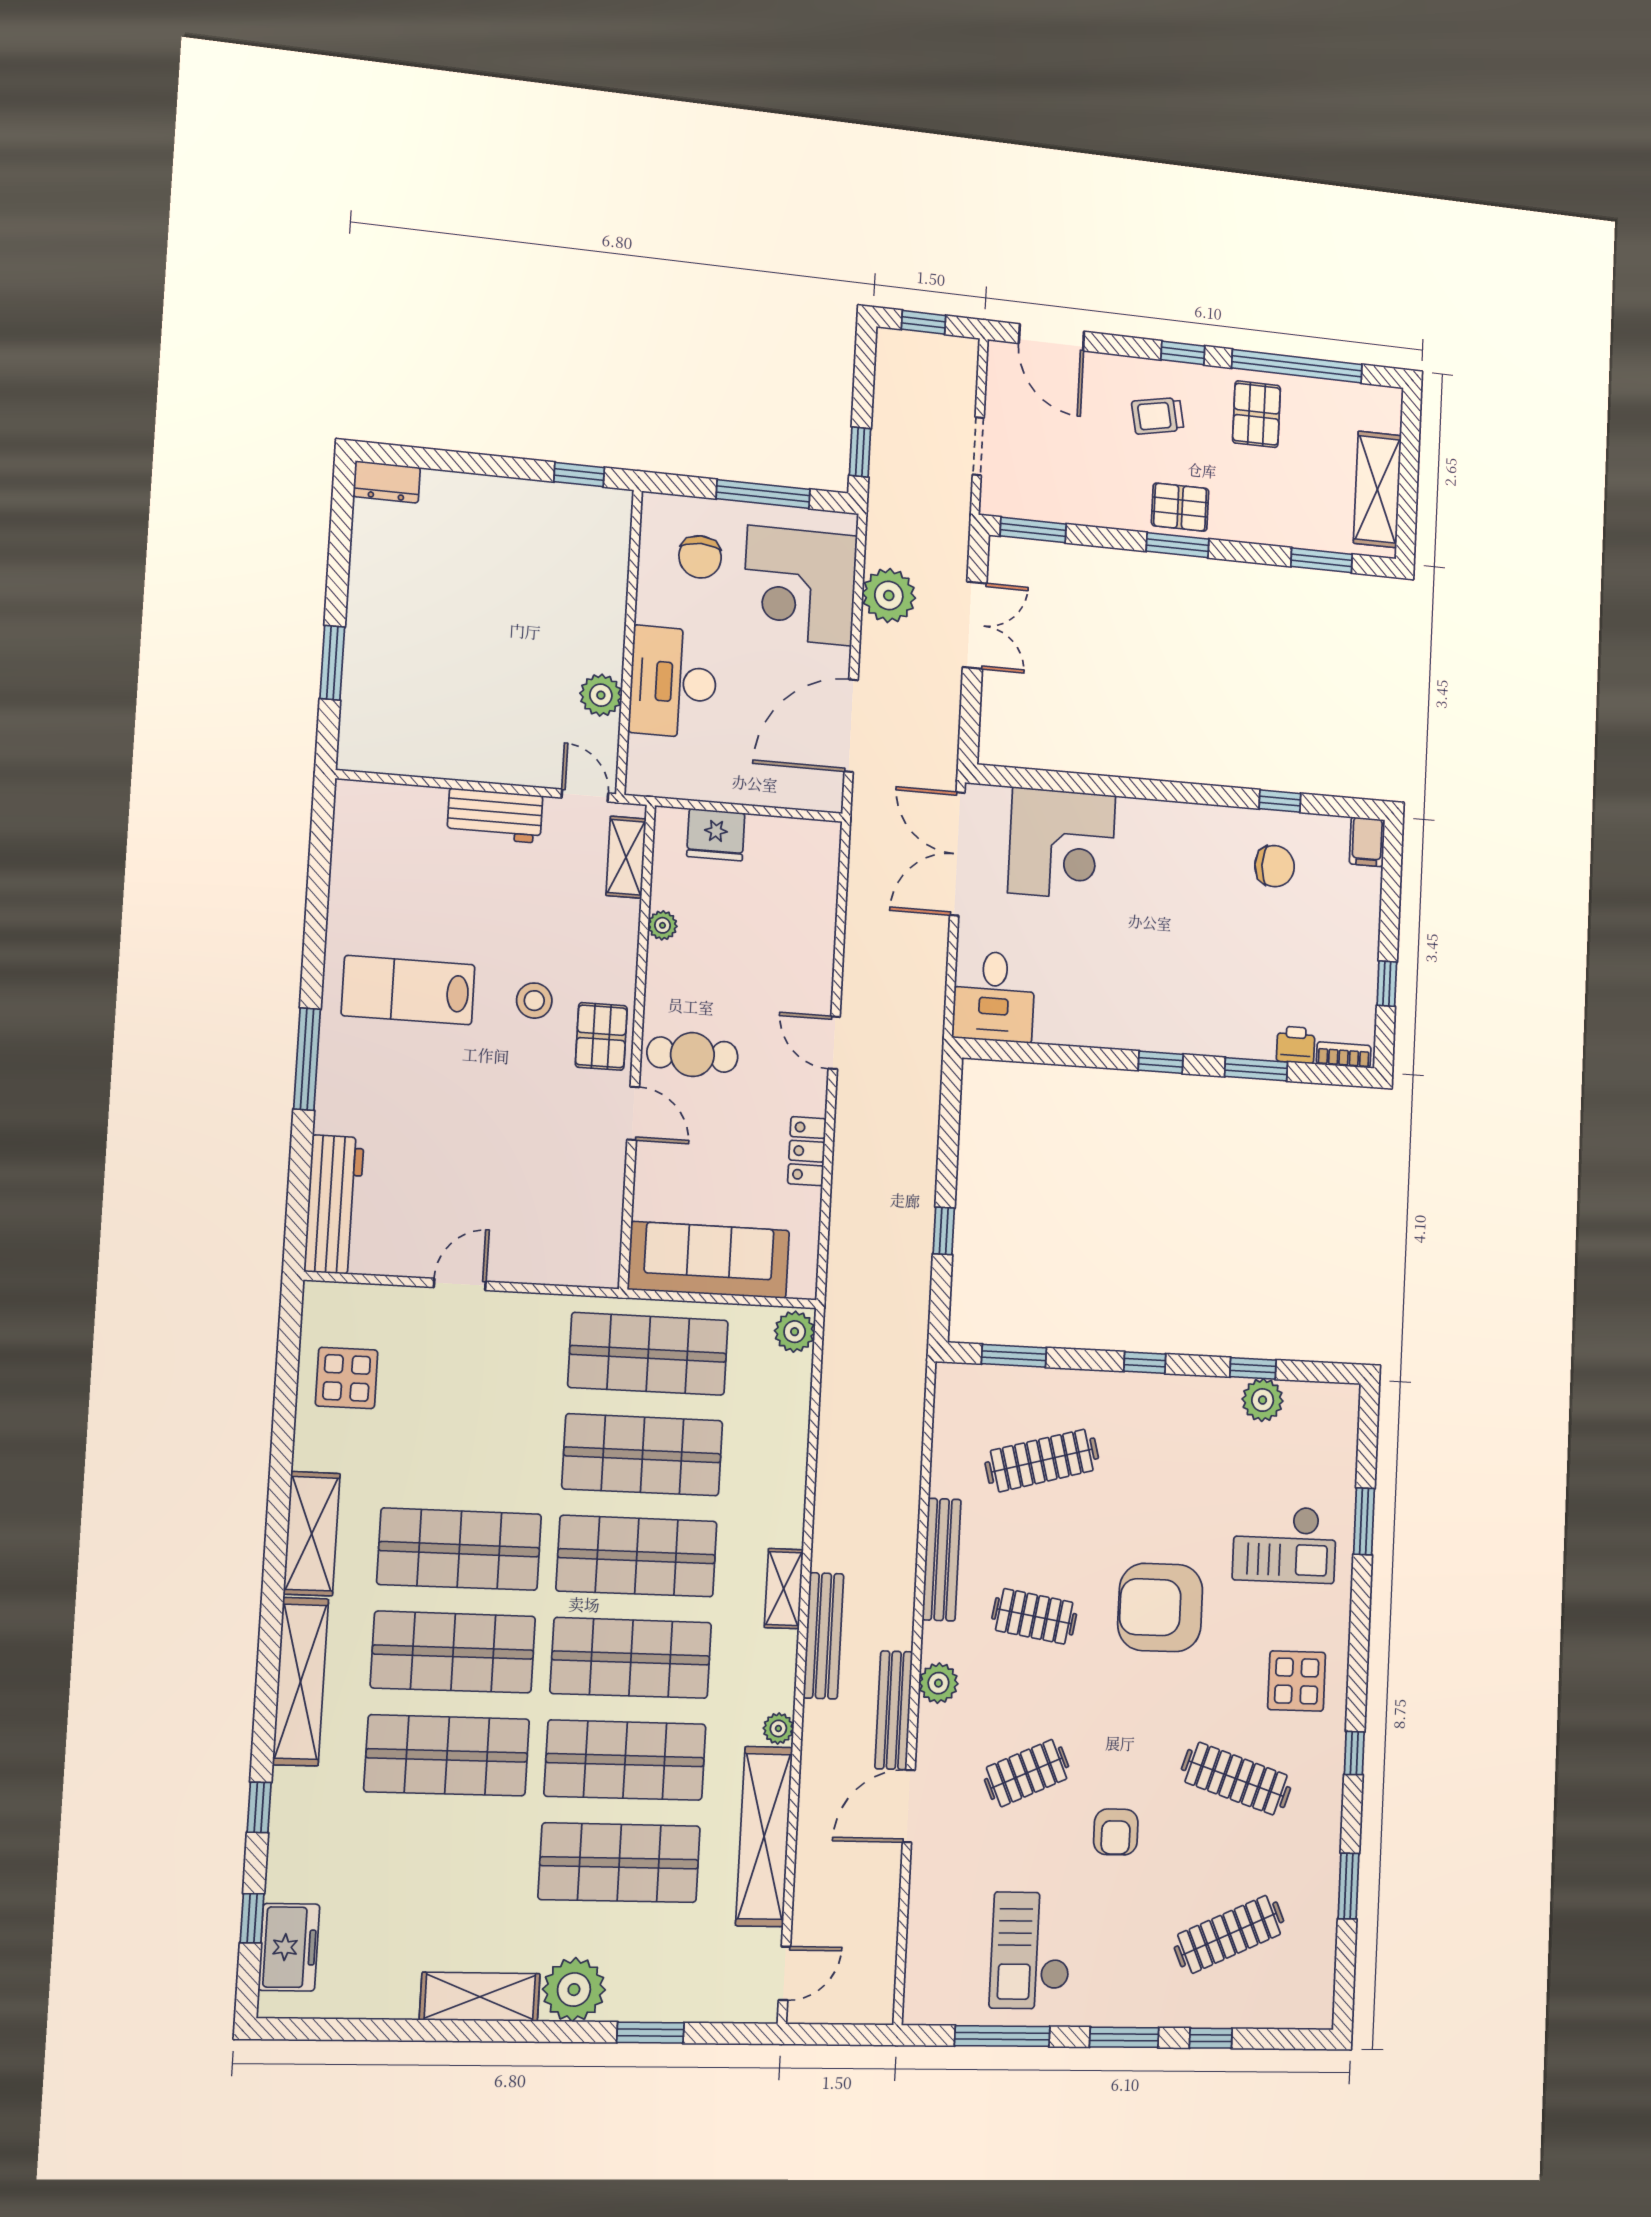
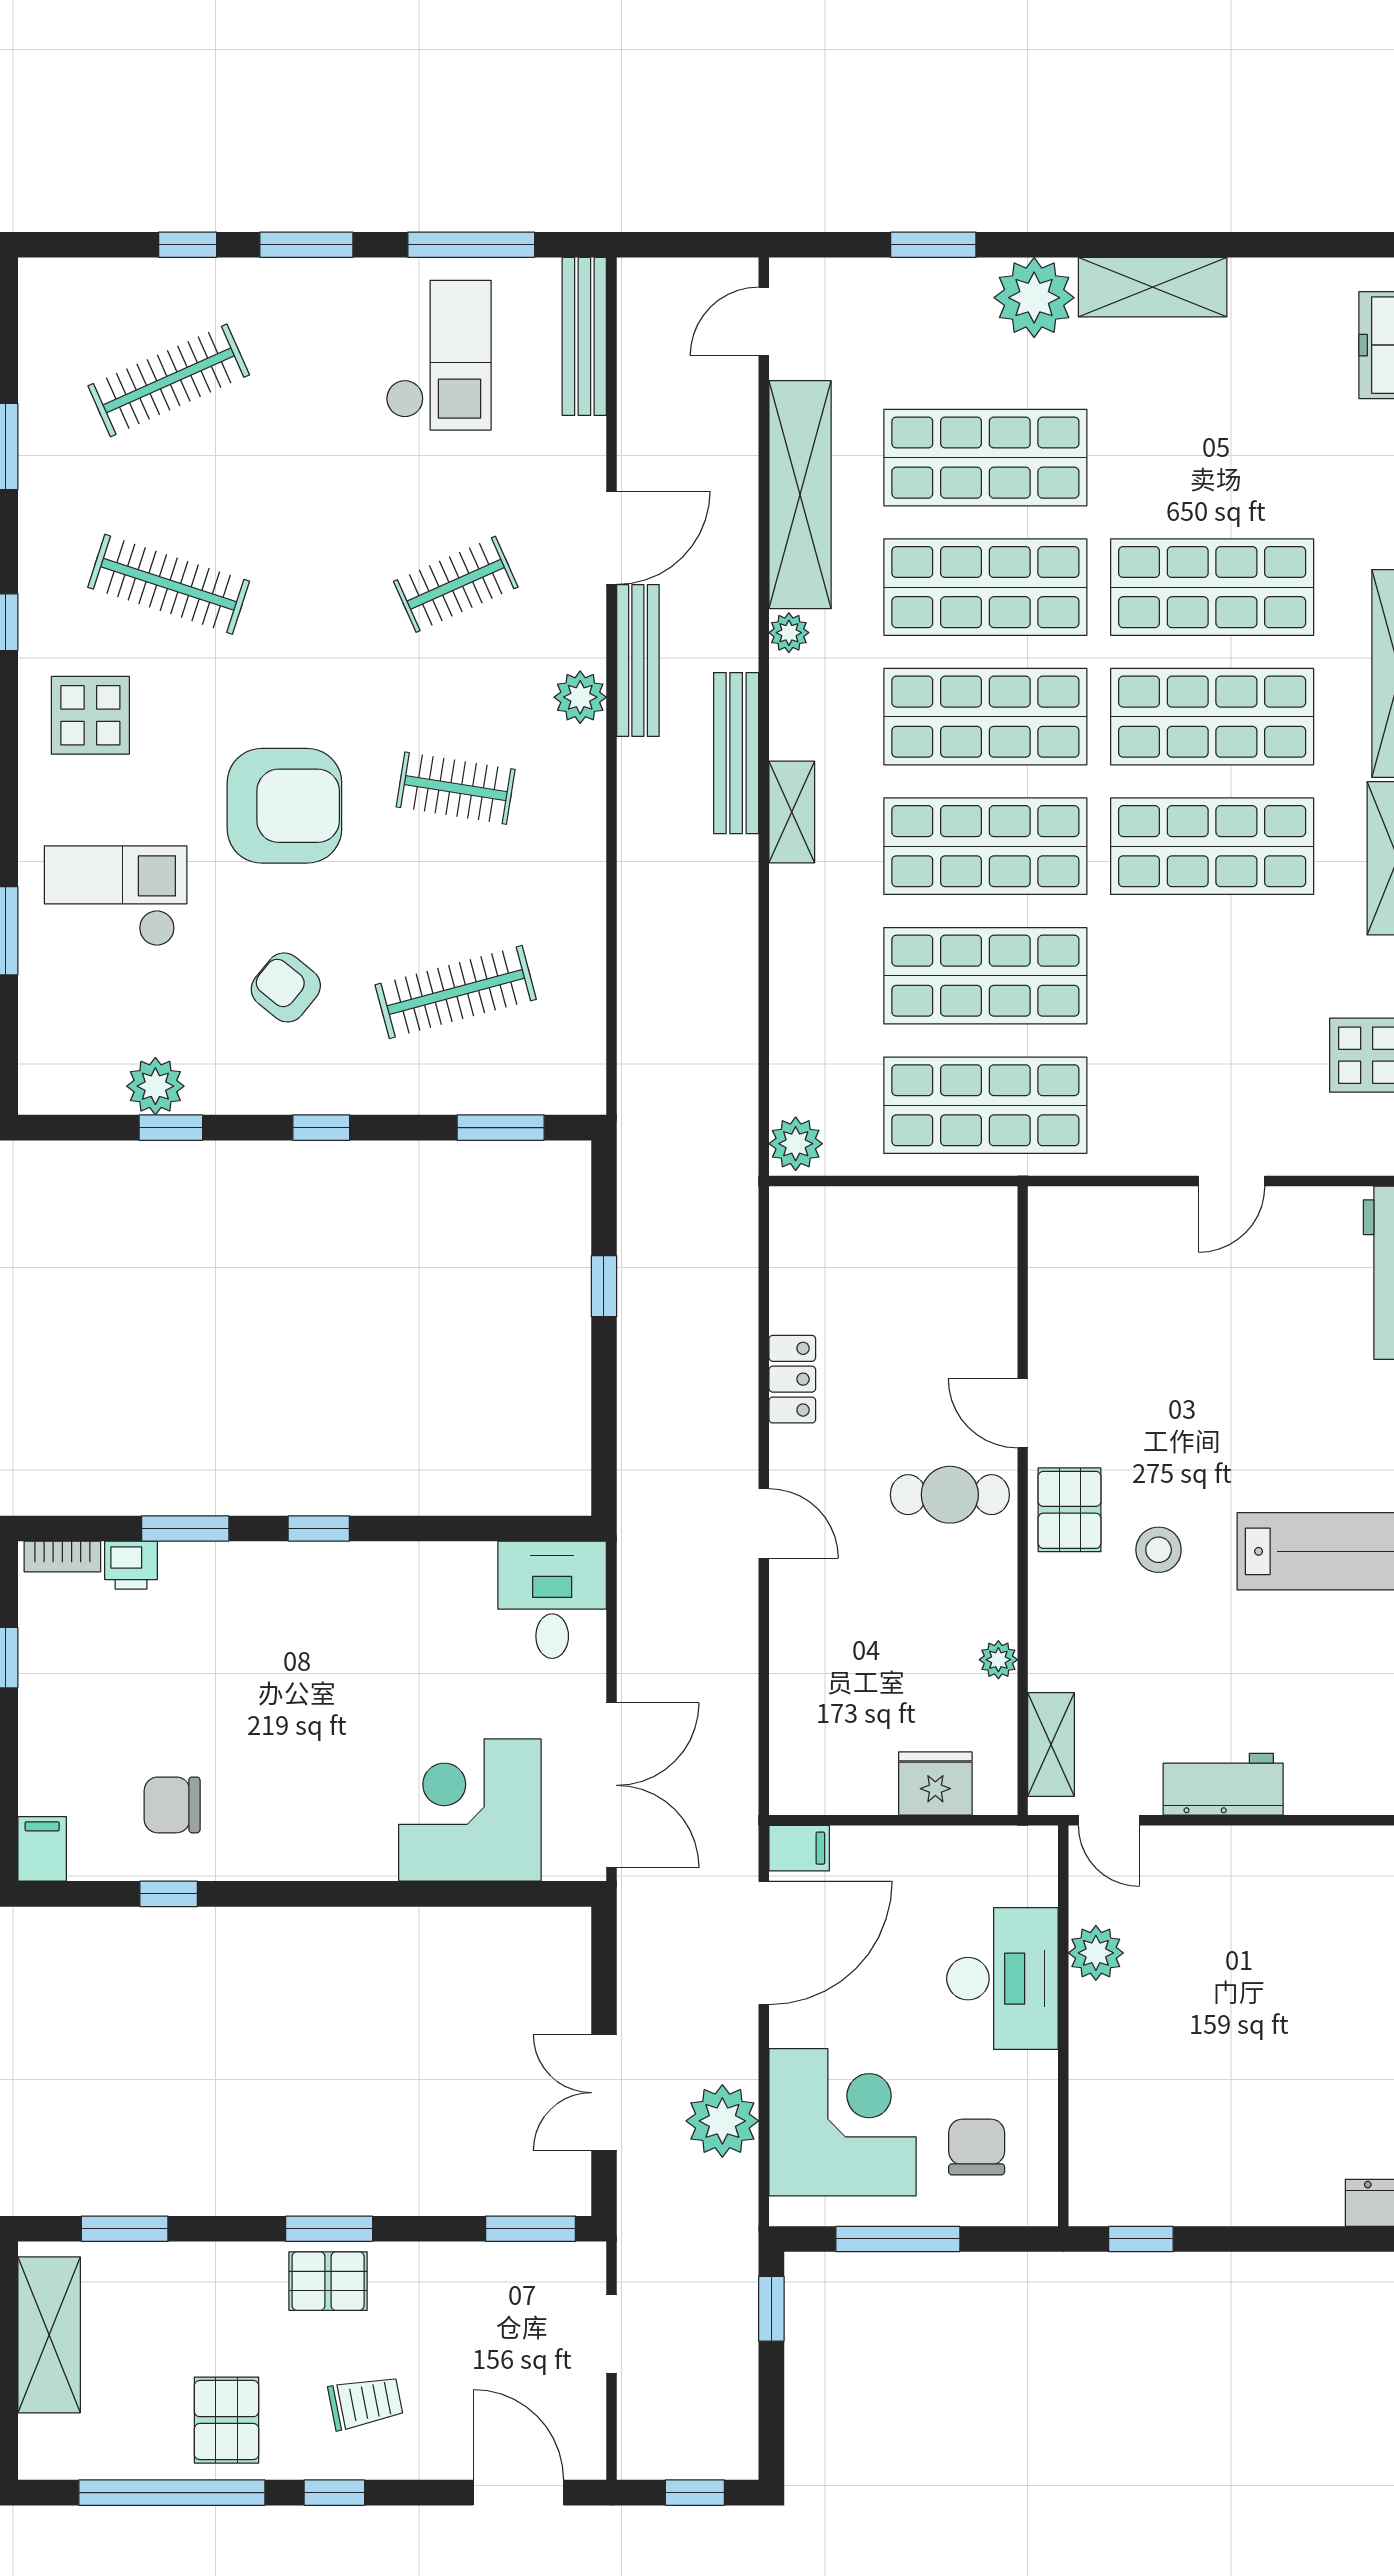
filing cabinet: (821, 795) -> (799, 1848), added
sofa: (709, 1260) -> (914, 1230), removed
bench: (942, 1560) -> (584, 336), moved
armchair: (1116, 1832) -> (286, 987), moved, turned -51

